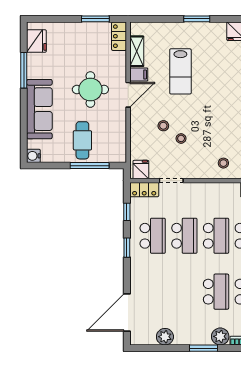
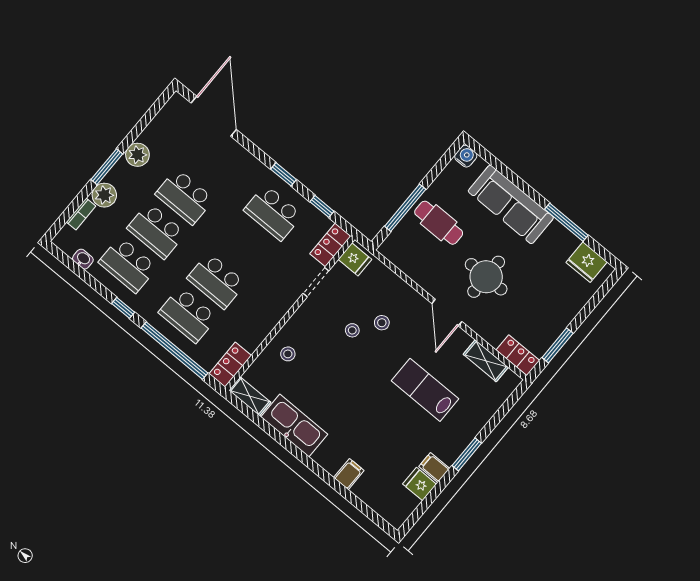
filing cabinet: (139, 74) -> (434, 468), moved, turned 90
school desk: (184, 236) -> (185, 197), moved
plant: (165, 337) -> (137, 155), moved

